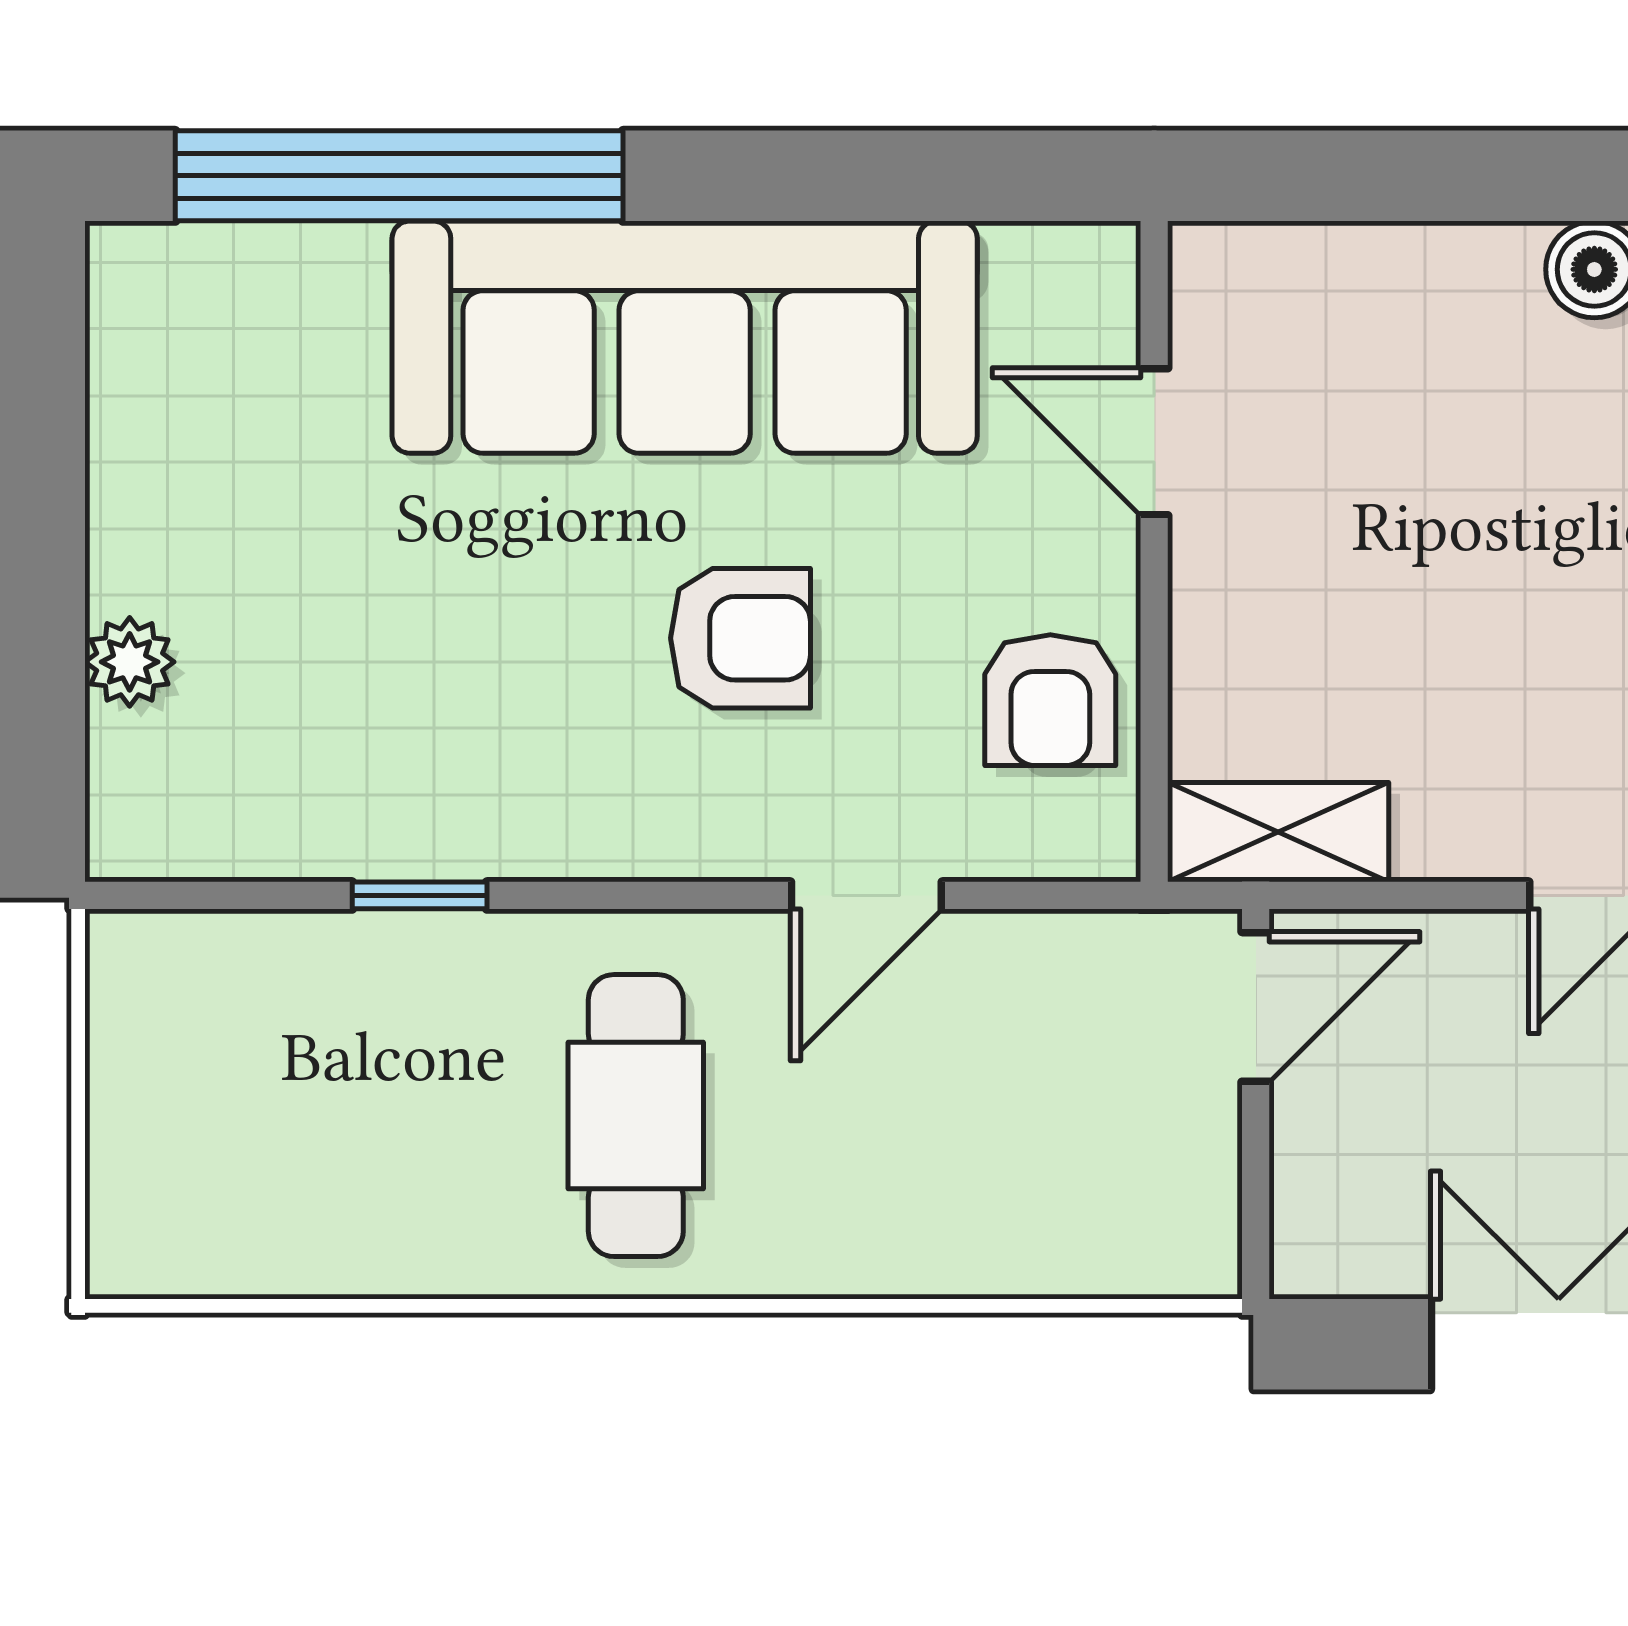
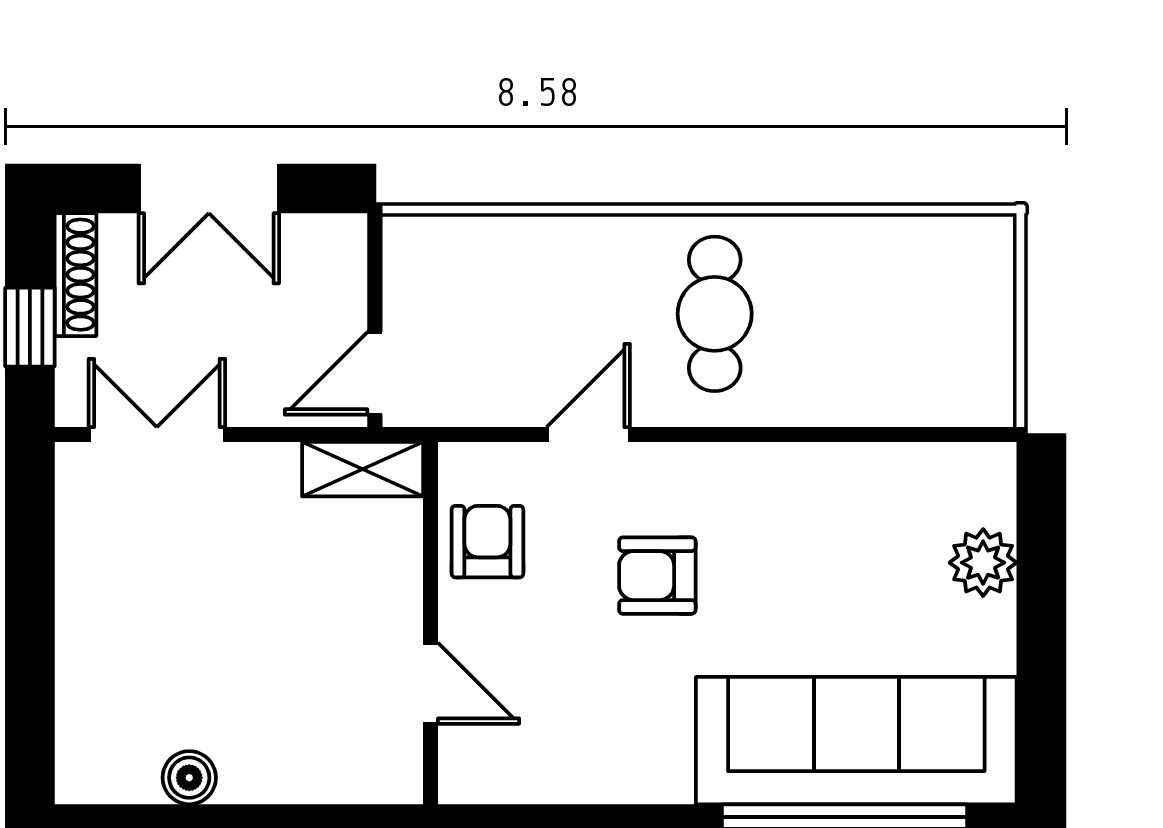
sofa: (685, 337) -> (856, 741), moved
plant: (130, 662) -> (983, 563), width x1.38, depth x1.38
window: (420, 895) -> (833, 435), removed

